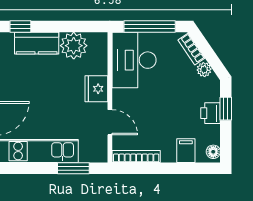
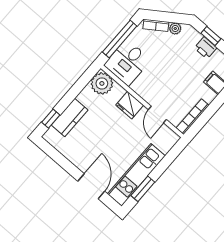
plant: (74, 46) -> (102, 83), moved
desk: (134, 60) -> (127, 63), width x0.73
door: (110, 122) -> (157, 115), swing flipped
window: (73, 168) -> (143, 189), moved

